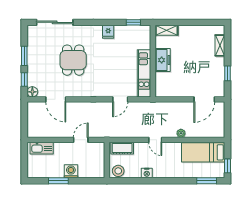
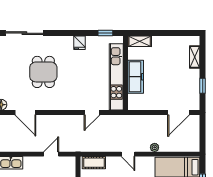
freezer: (163, 60) -> (136, 77), width x1.40
kitchen unit: (144, 73) -> (116, 77), width x1.36

